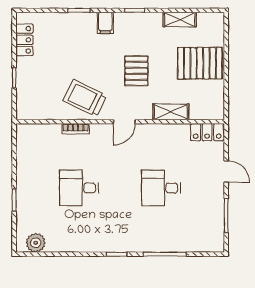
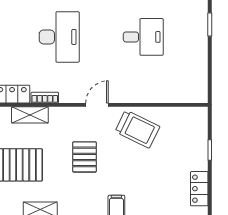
shelving: (171, 112) -> (30, 115), moved
bookcase: (76, 129) -> (45, 98), moved
desk: (161, 188) -> (59, 37), width x1.37

